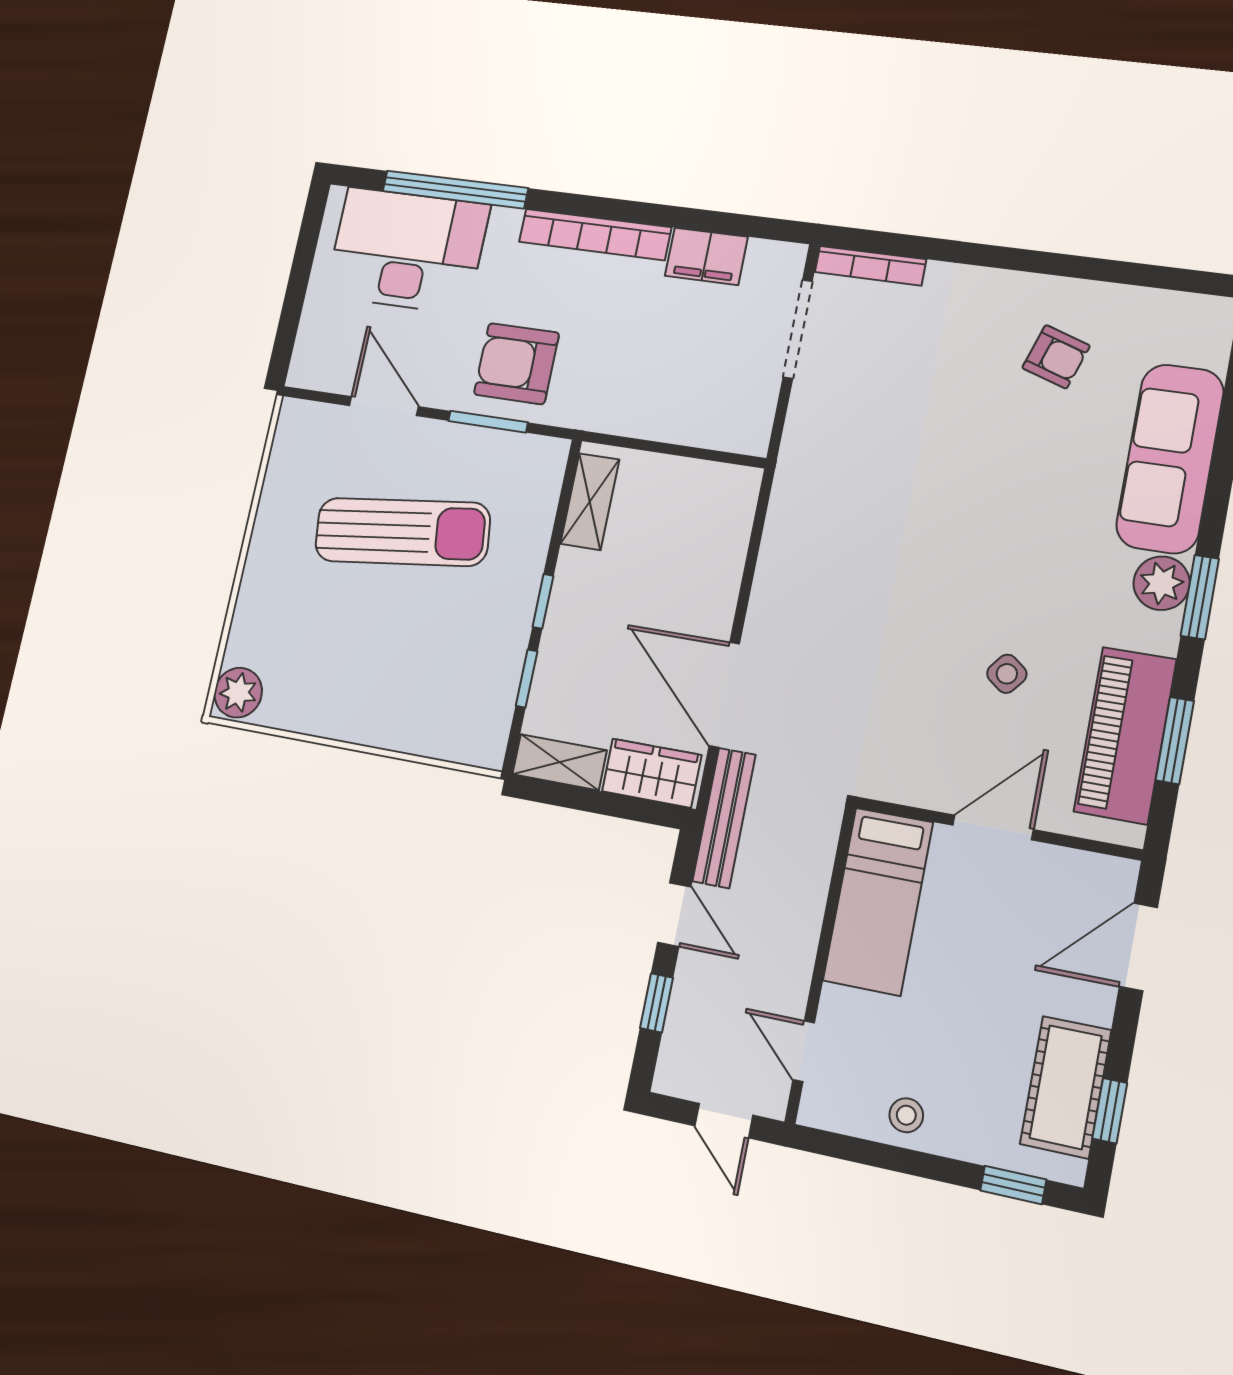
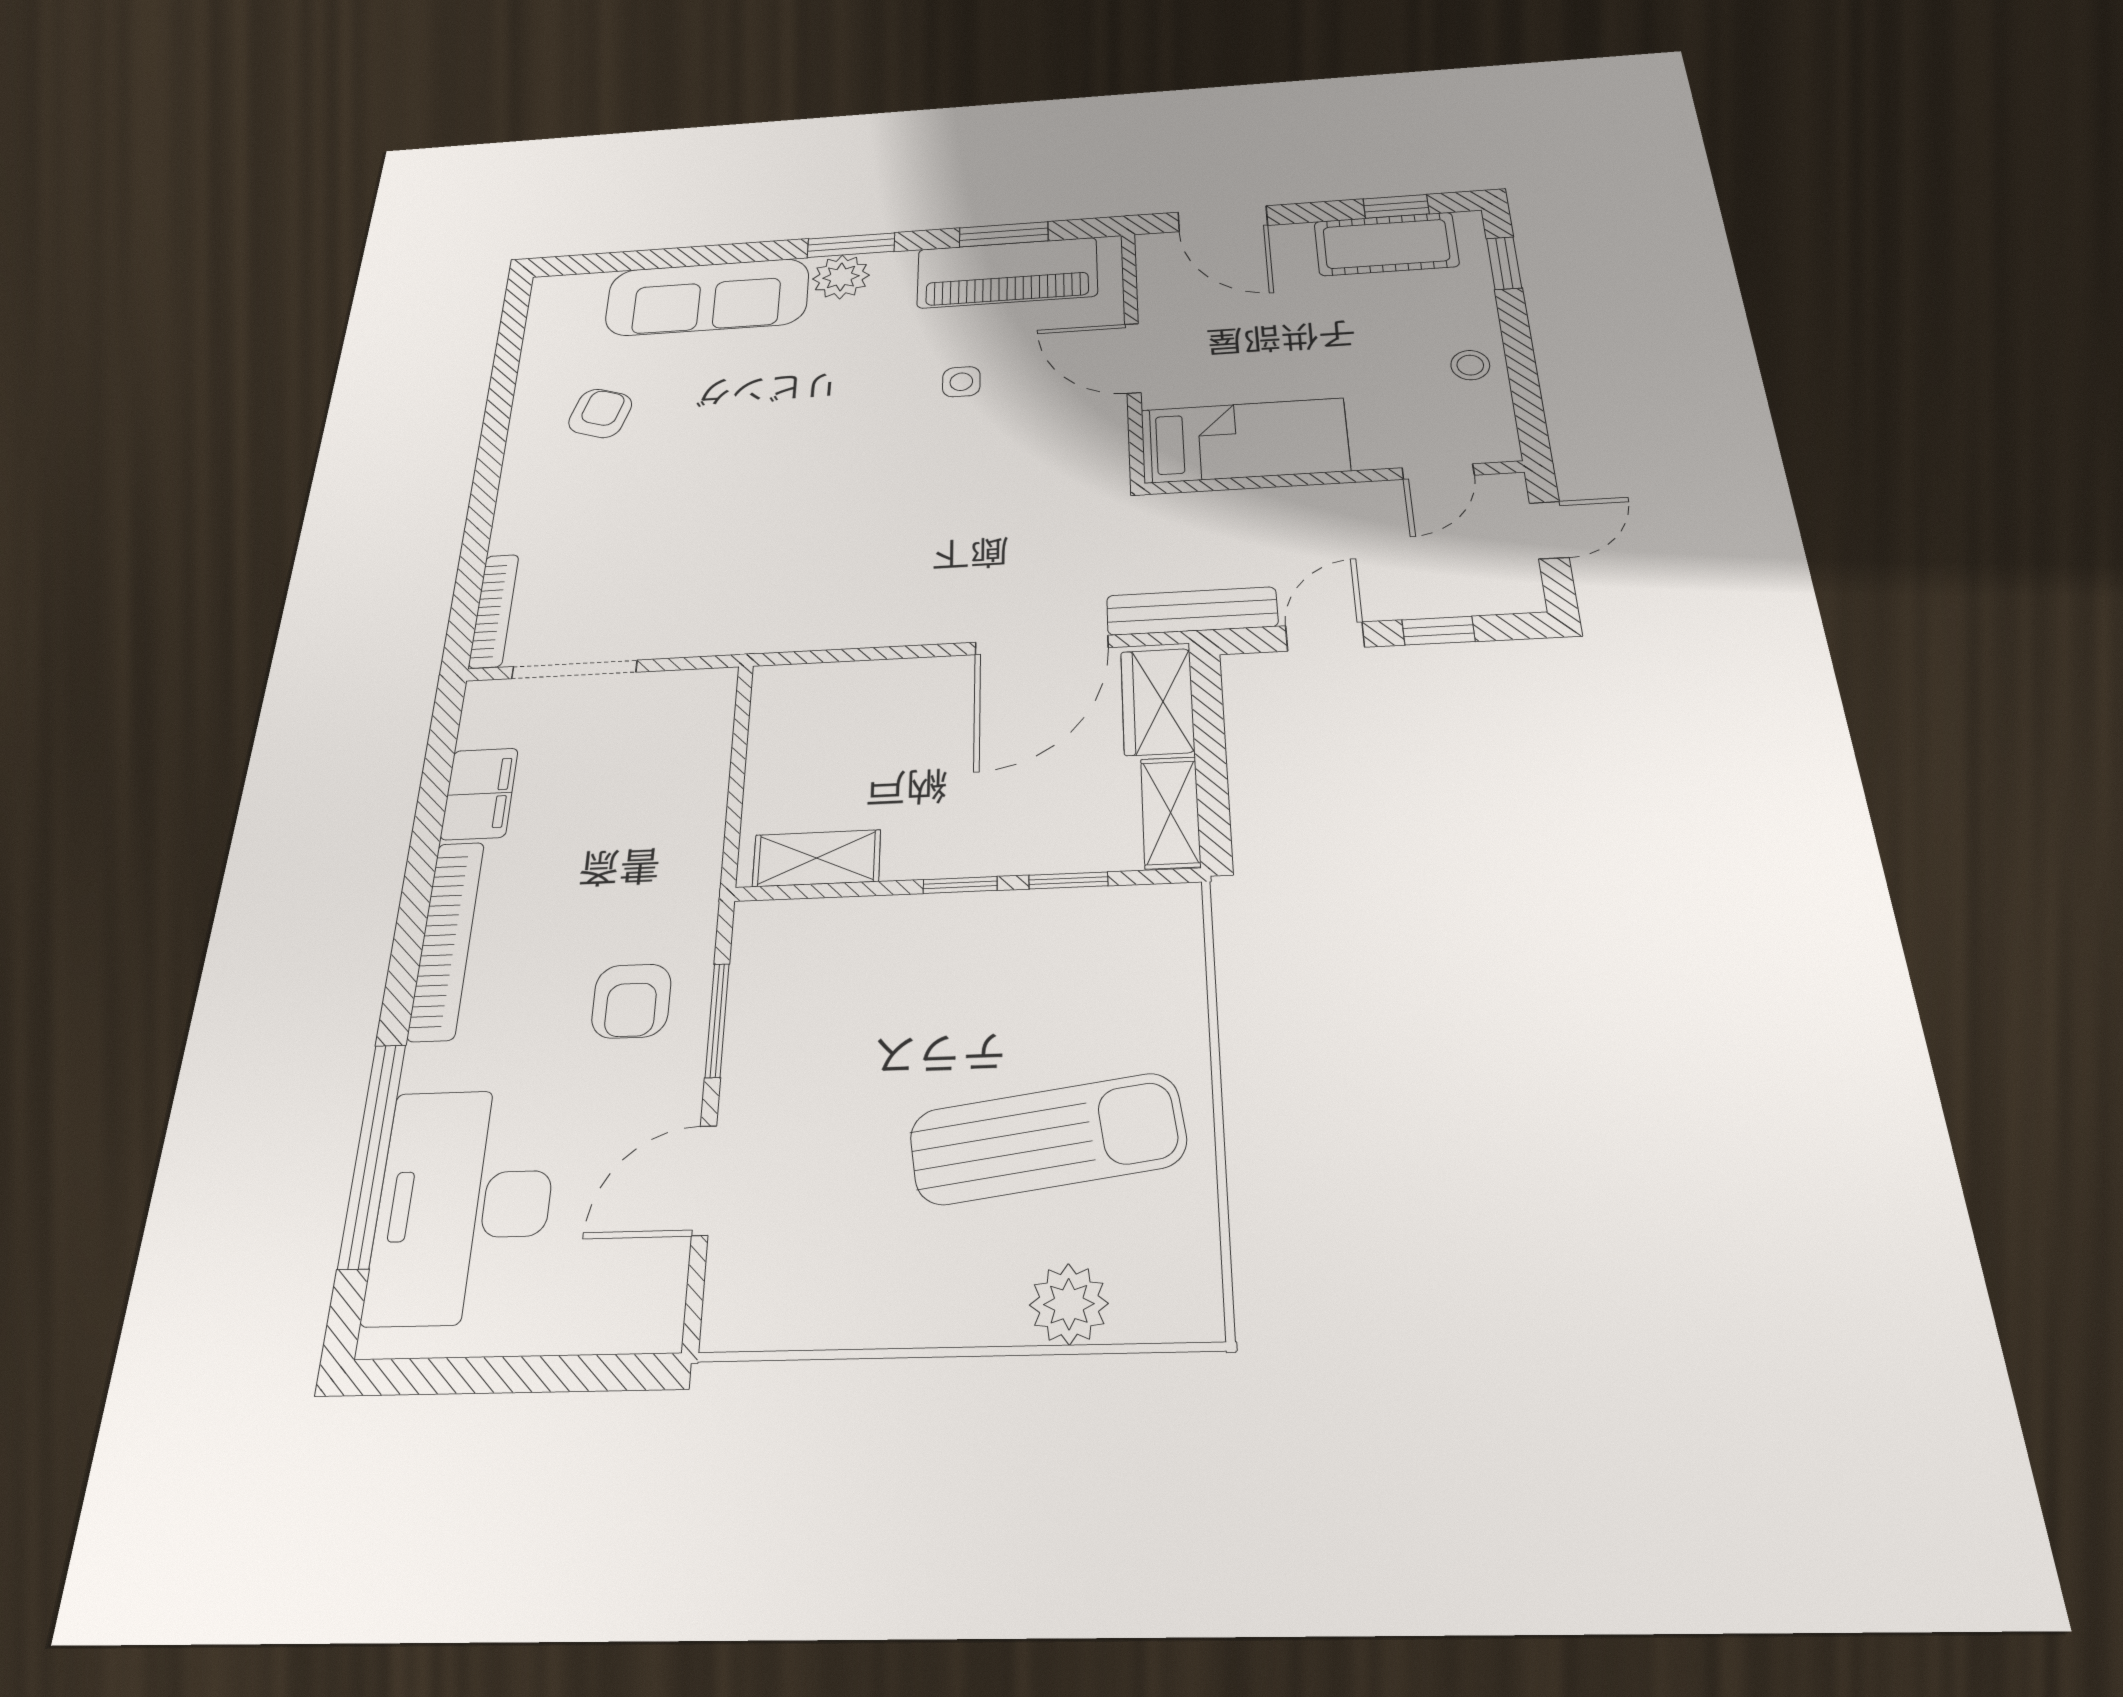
armchair: (517, 364) -> (631, 1001), width x0.72, depth x0.72
sun lounger: (402, 532) -> (1048, 1139), moved, turned 89
side table: (1007, 674) -> (961, 382), turned -38
plant: (238, 693) -> (1069, 1304), moved

